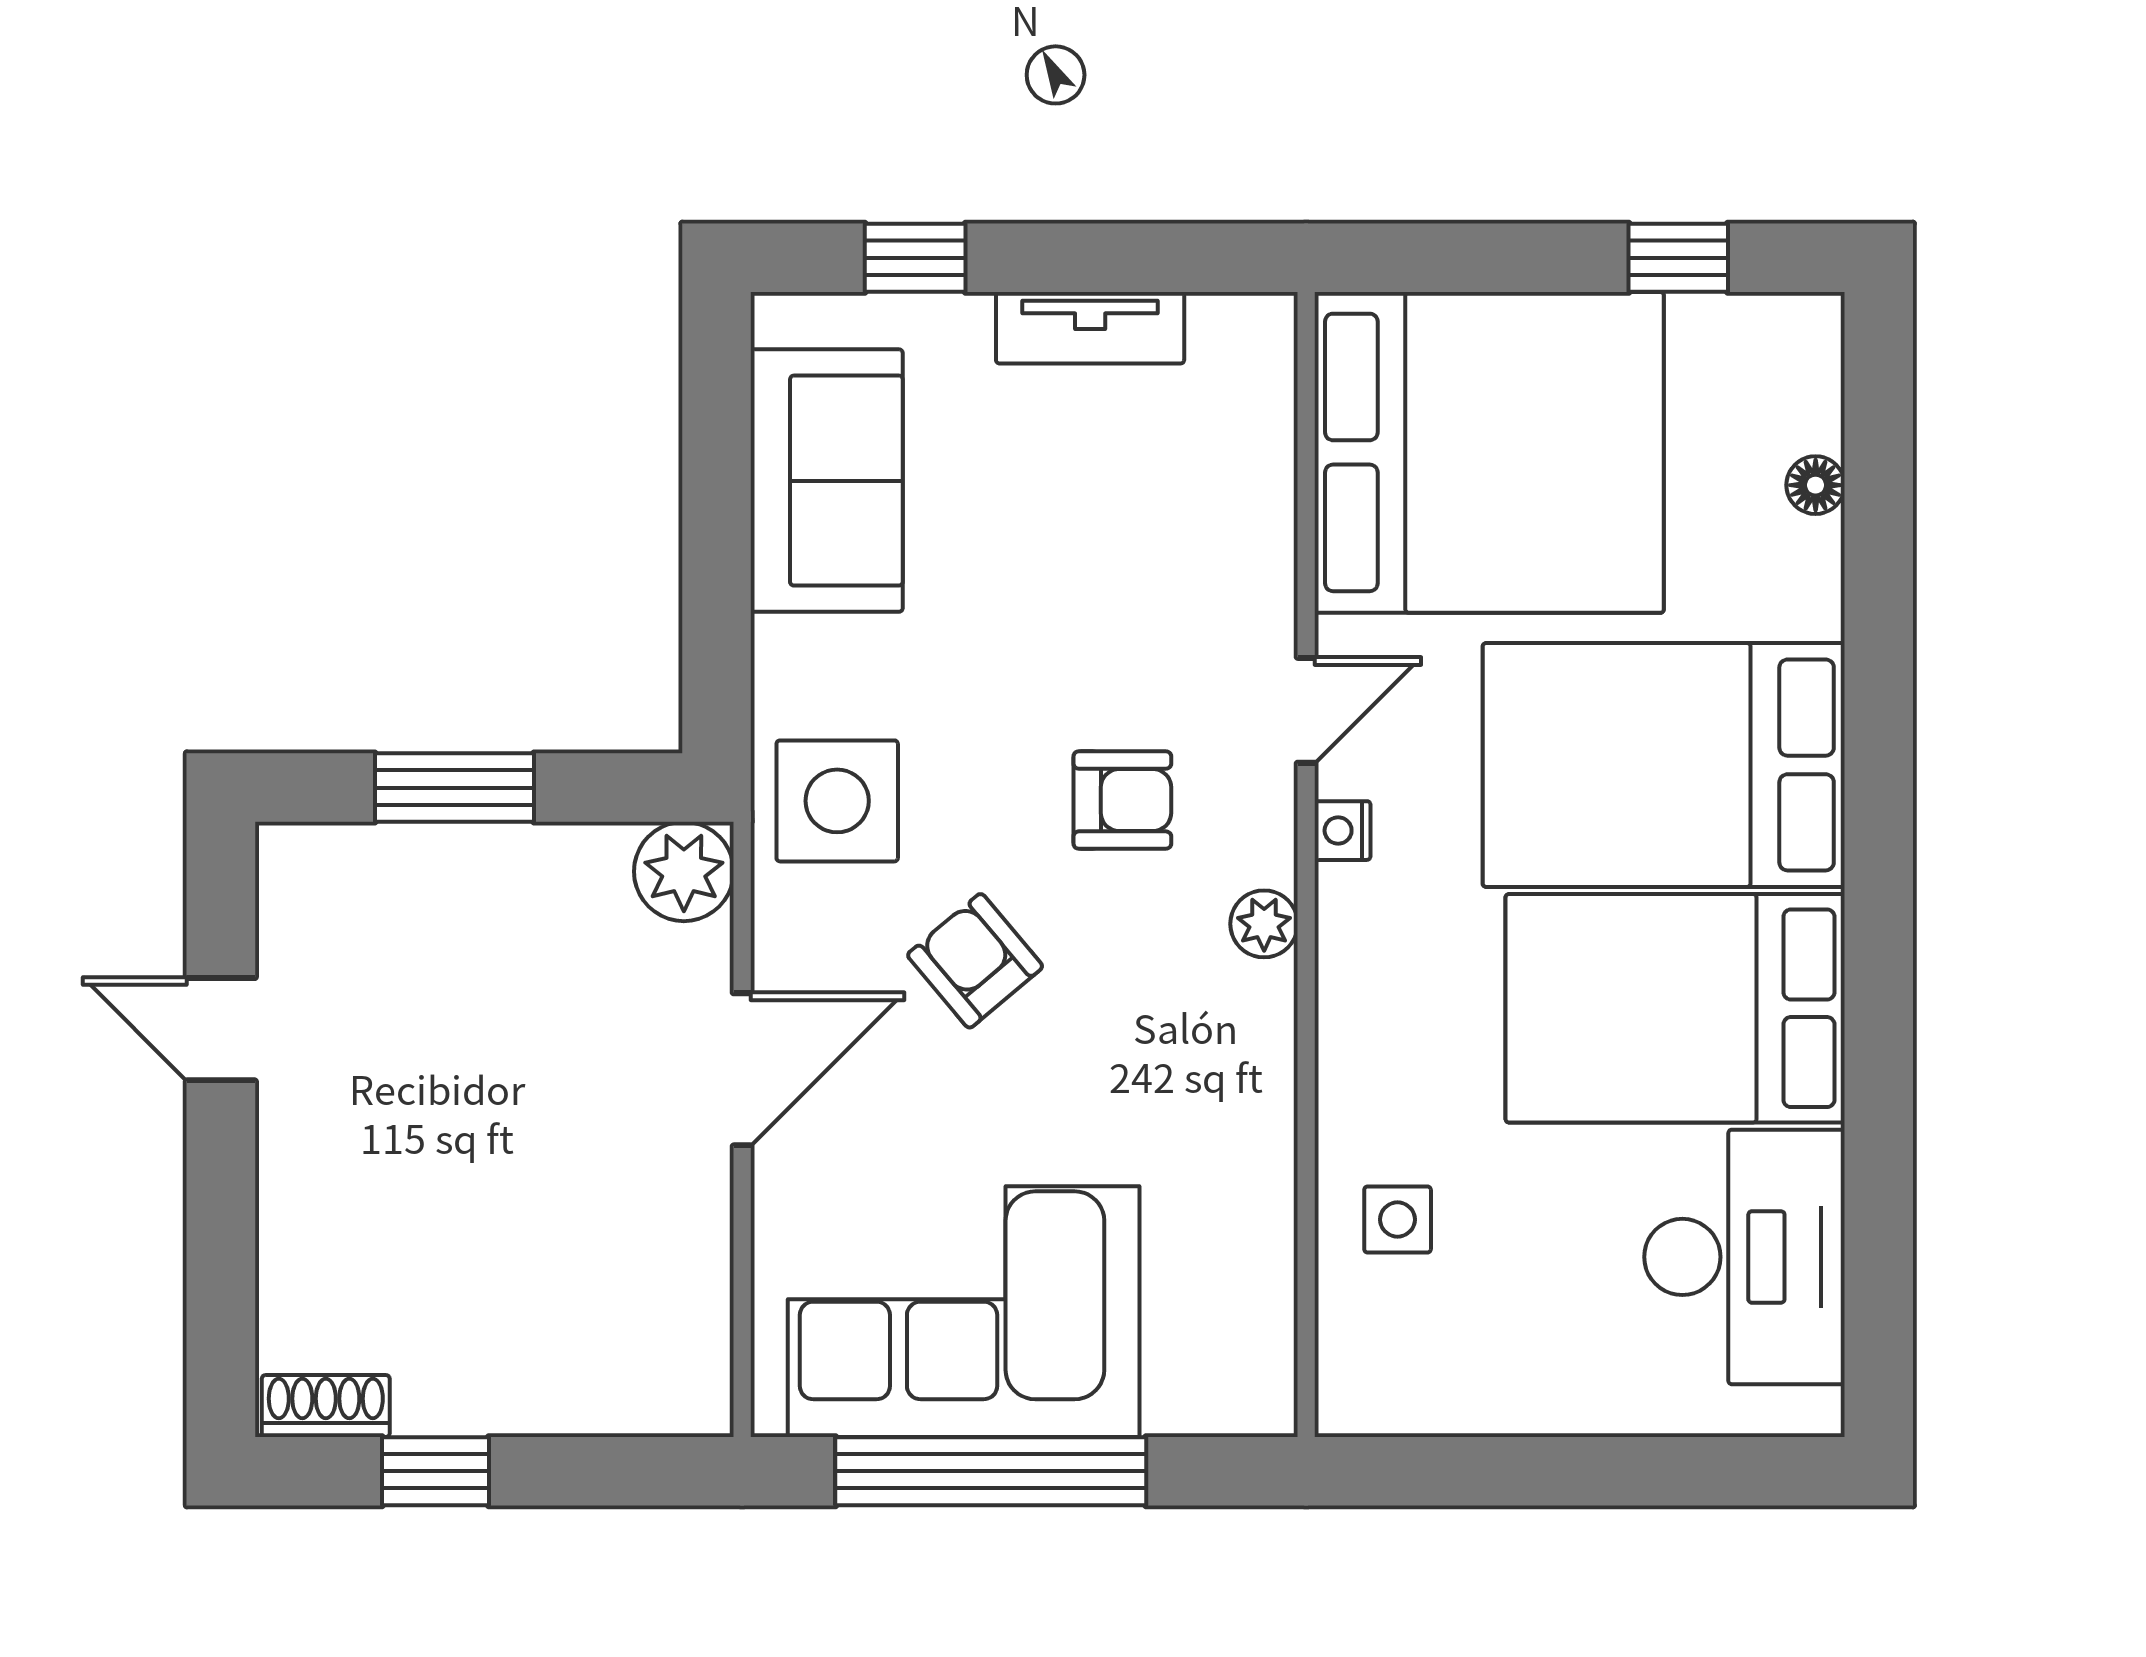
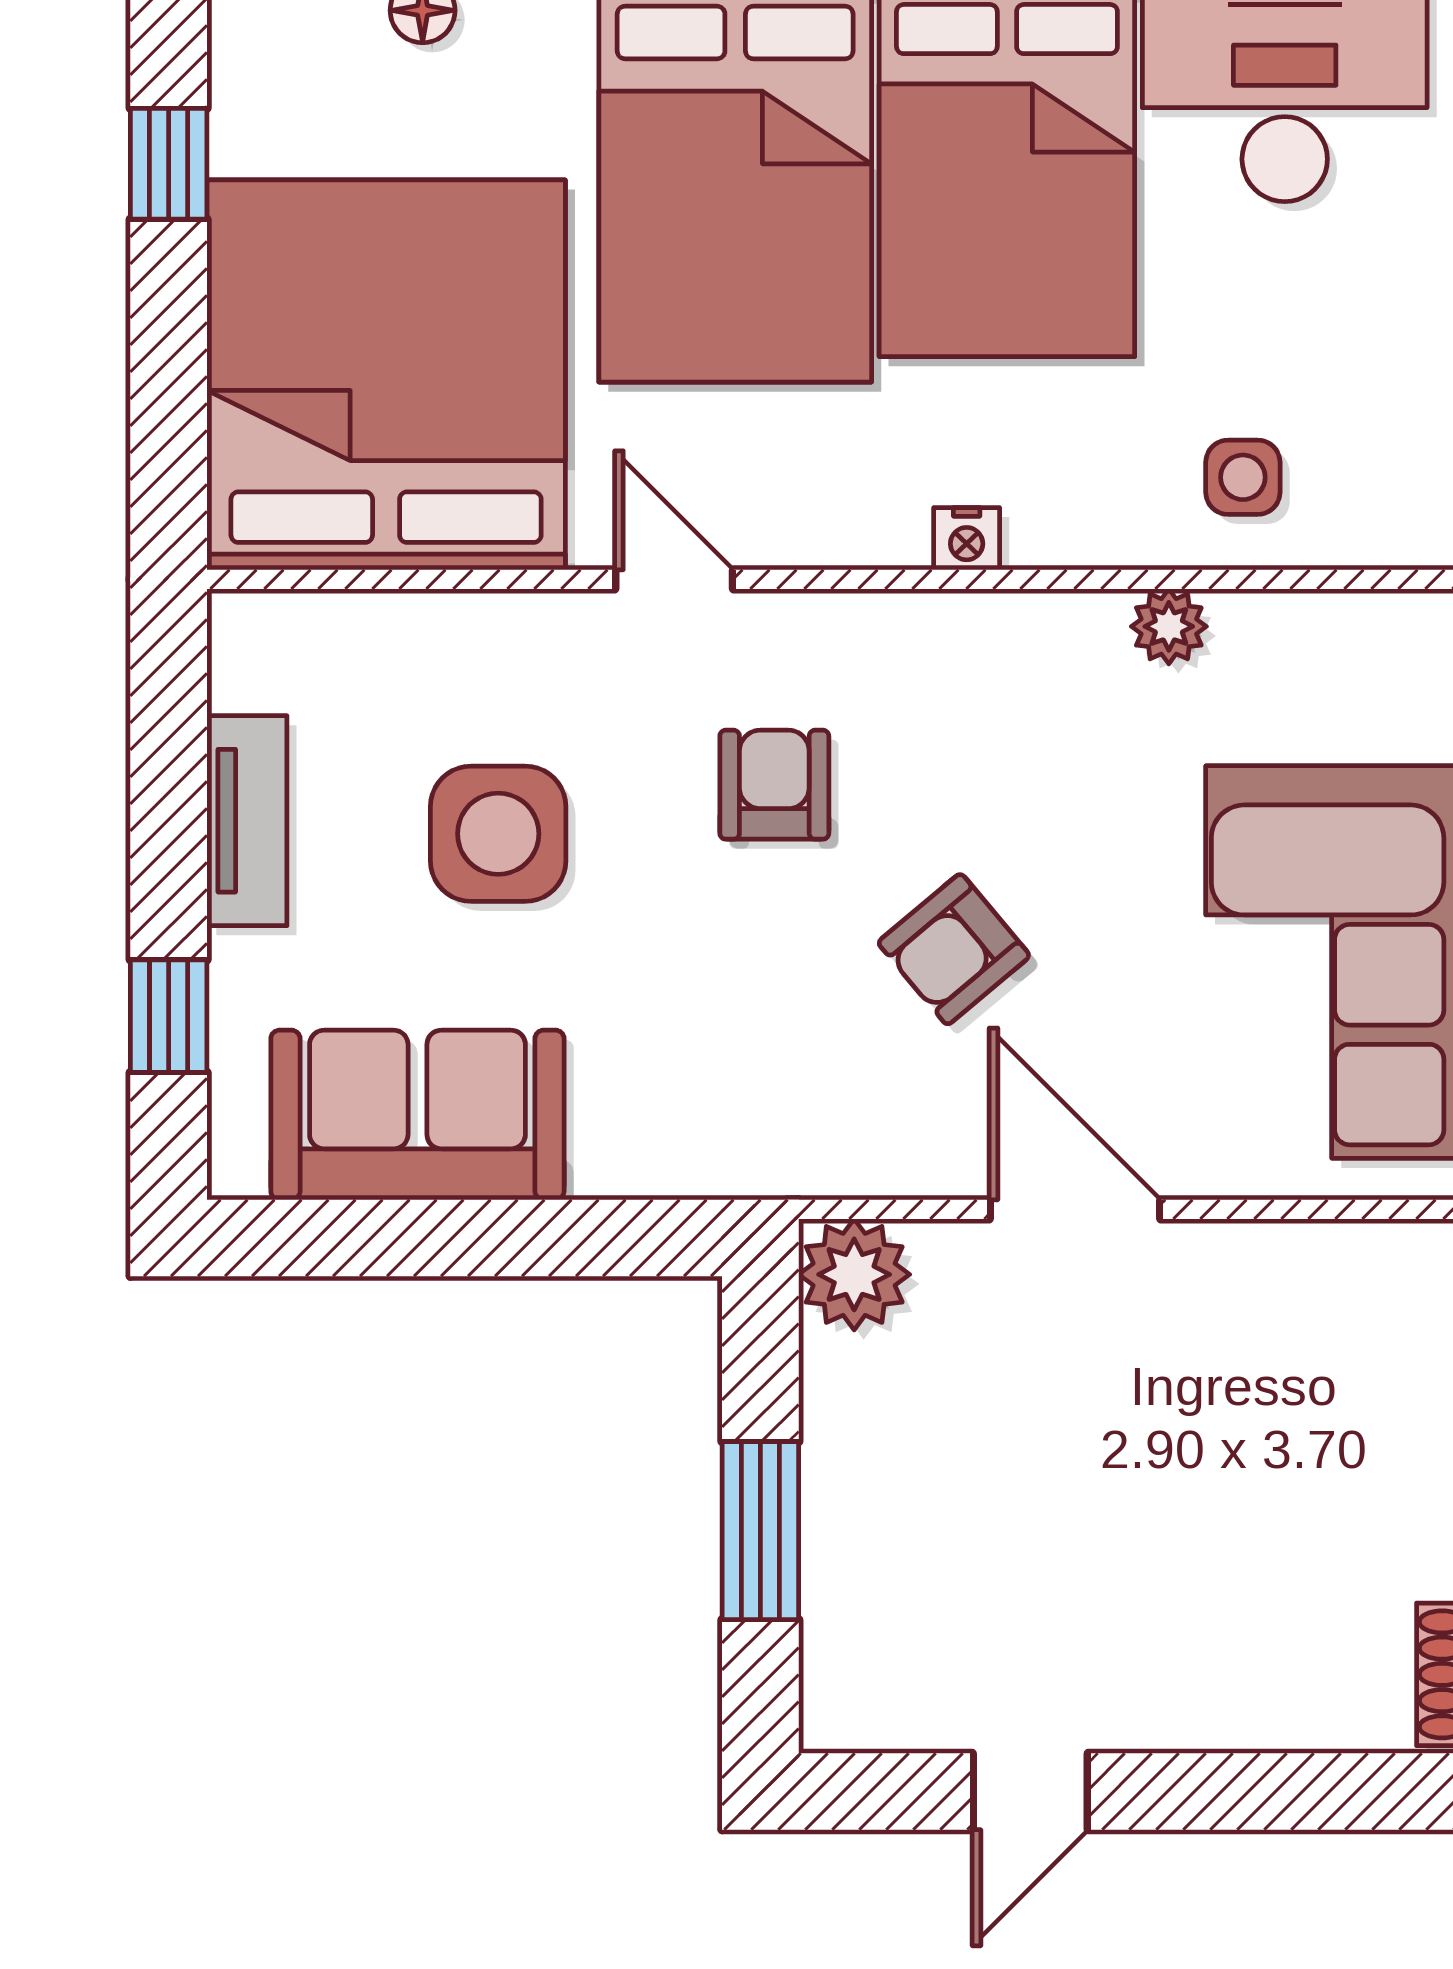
side table: (837, 801) -> (498, 834), moved
nightstand: (1343, 831) -> (967, 539), moved
plant: (1264, 924) -> (1169, 626), moved

